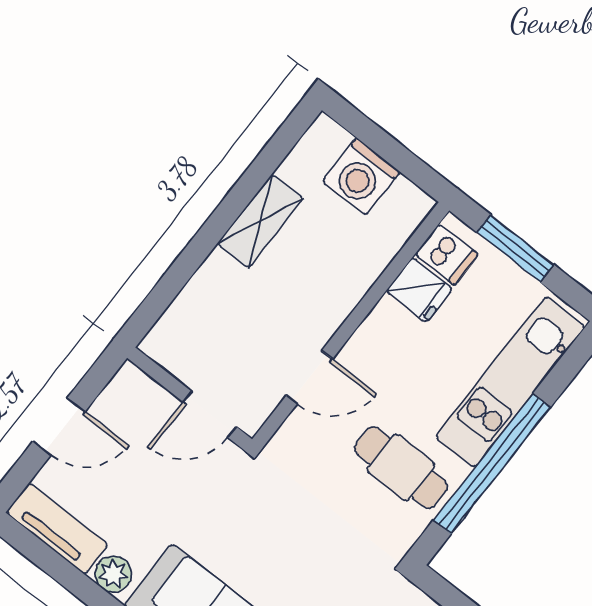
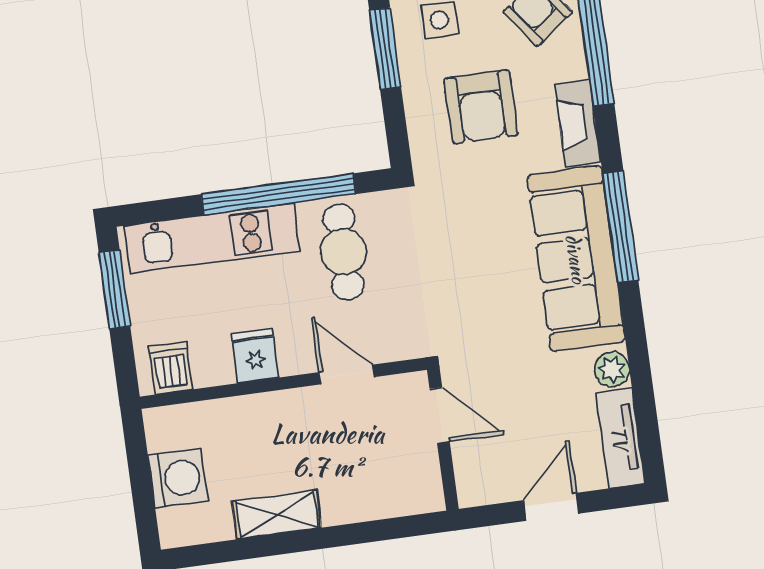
window: (515, 248) -> (115, 289), moved
fridge: (419, 290) -> (255, 356), moved
door: (59, 426) -> (551, 507), hinge flipped

